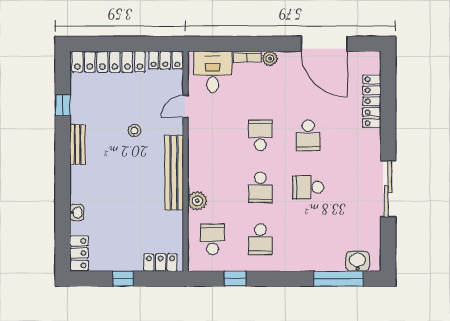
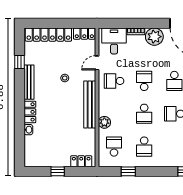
plant: (270, 59) -> (154, 37), width x1.88, depth x1.88
school desk: (213, 135) -> (114, 81), added
bench: (78, 144) -> (29, 82), width x1.36
locker: (79, 253) -> (30, 112), moved

